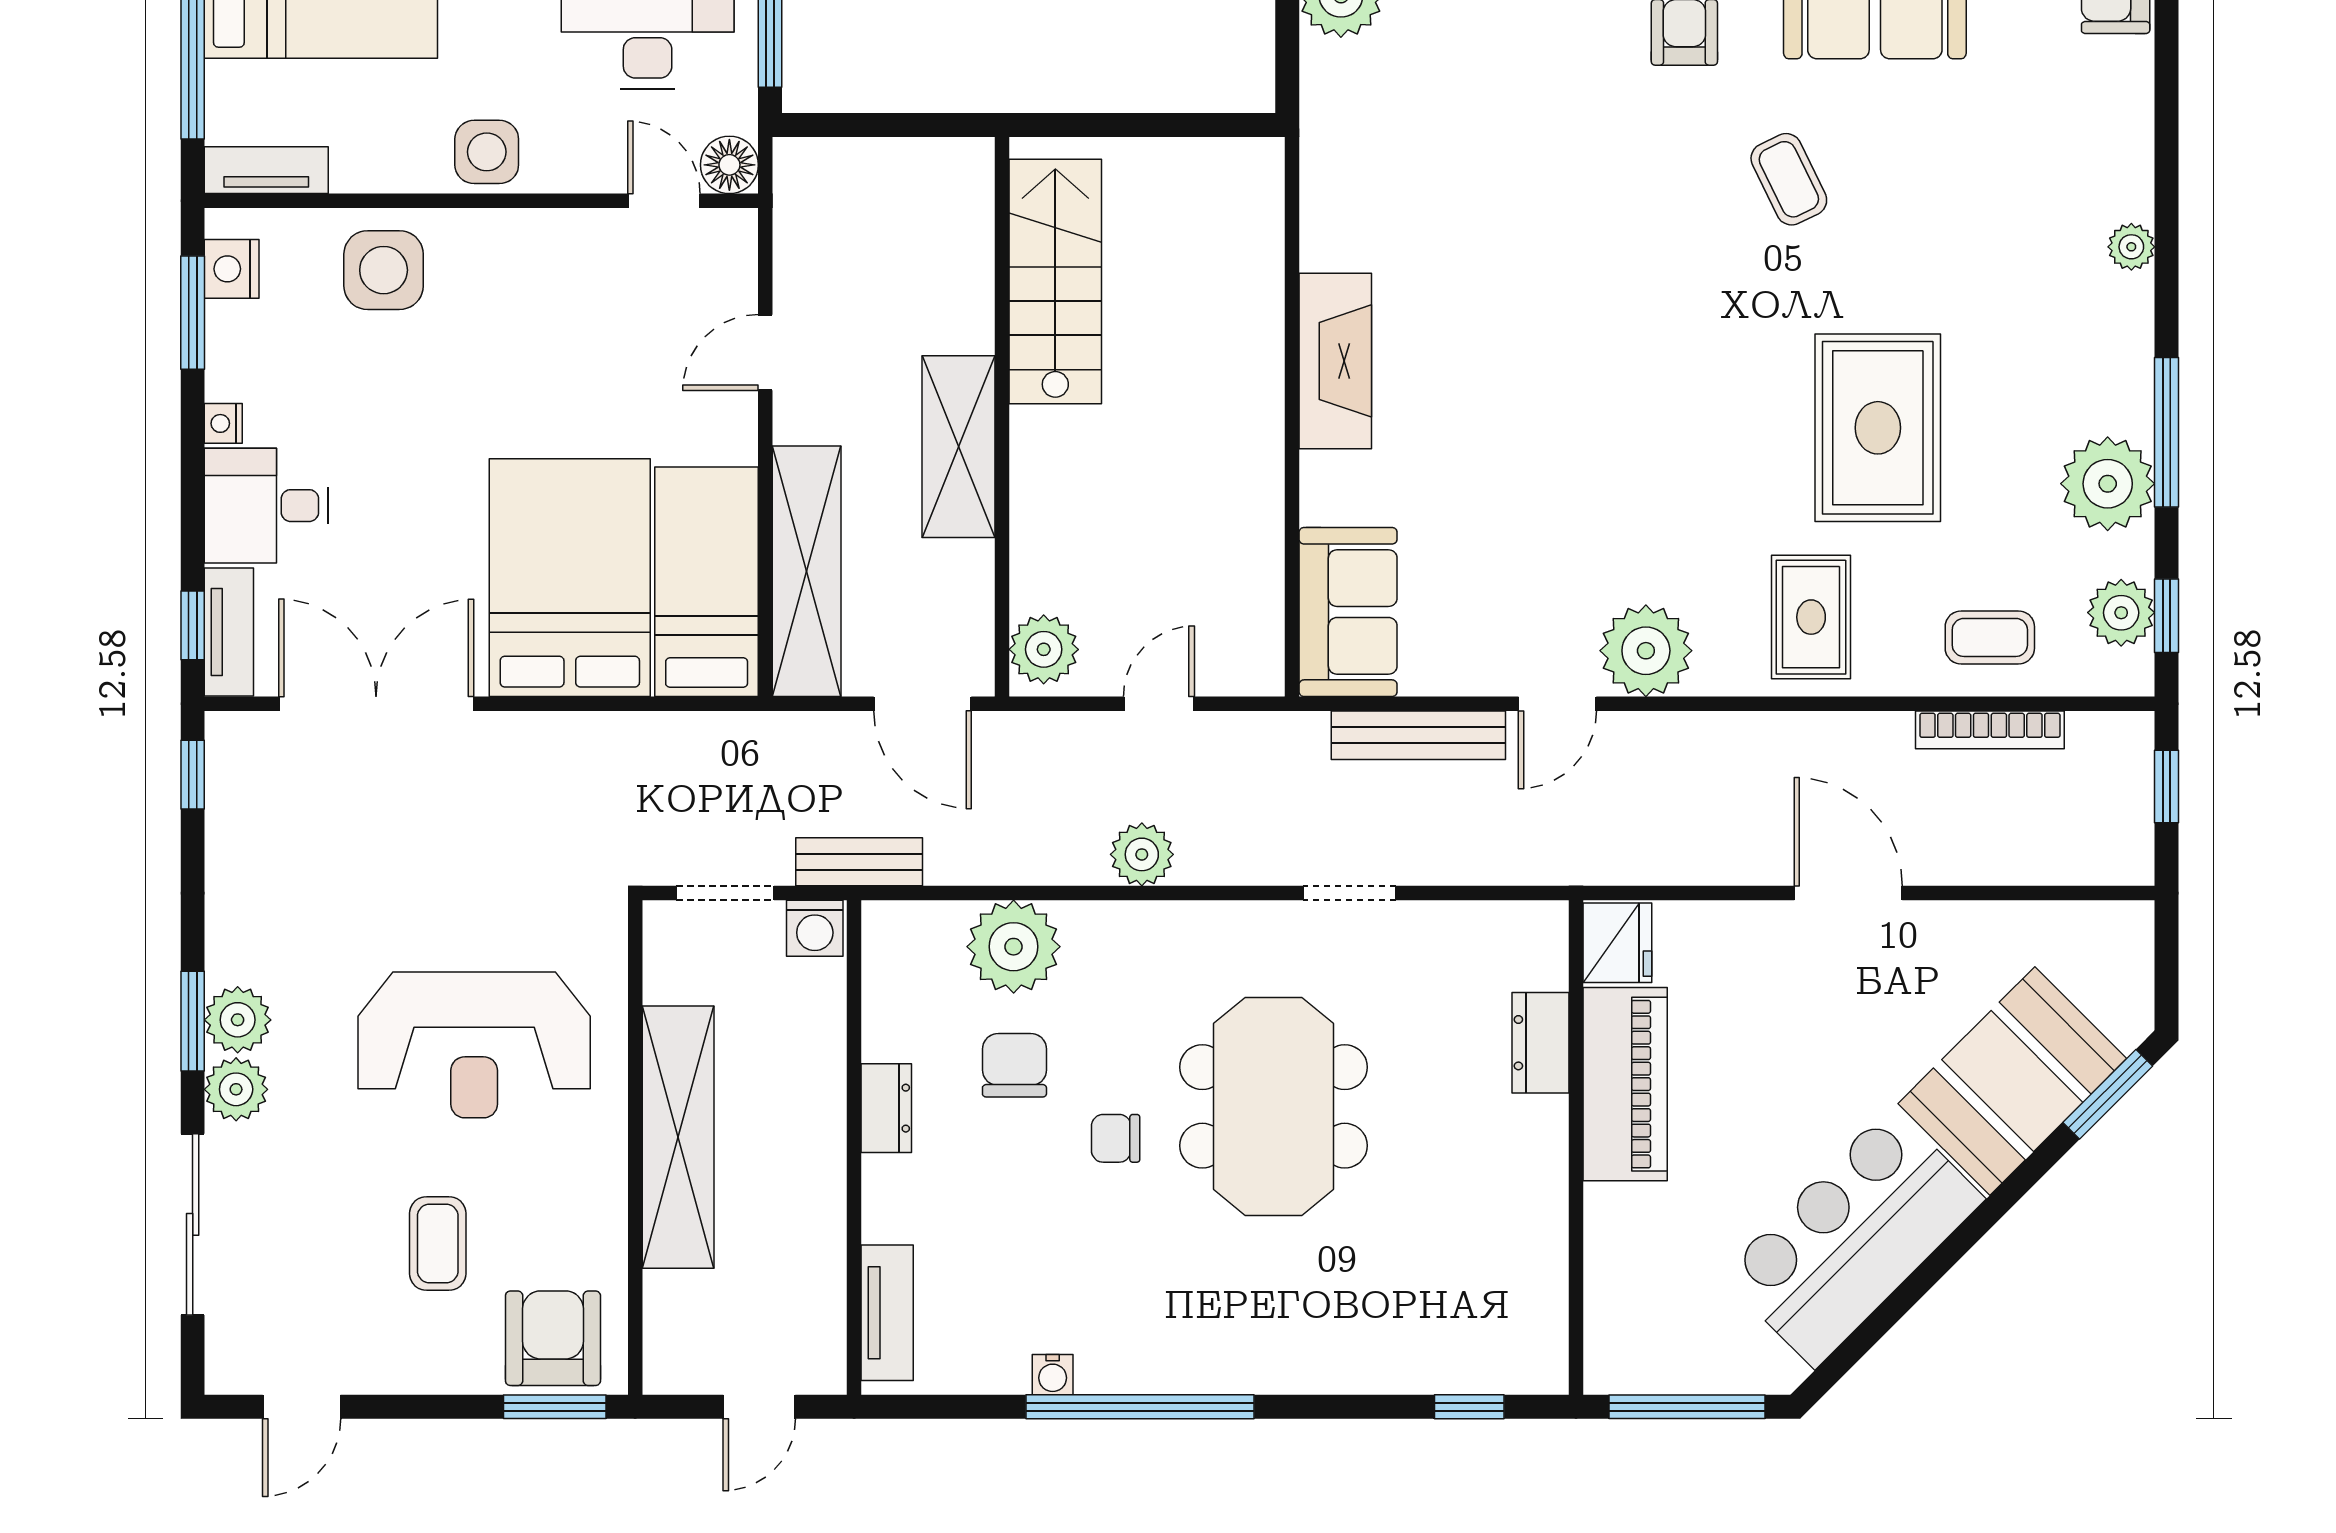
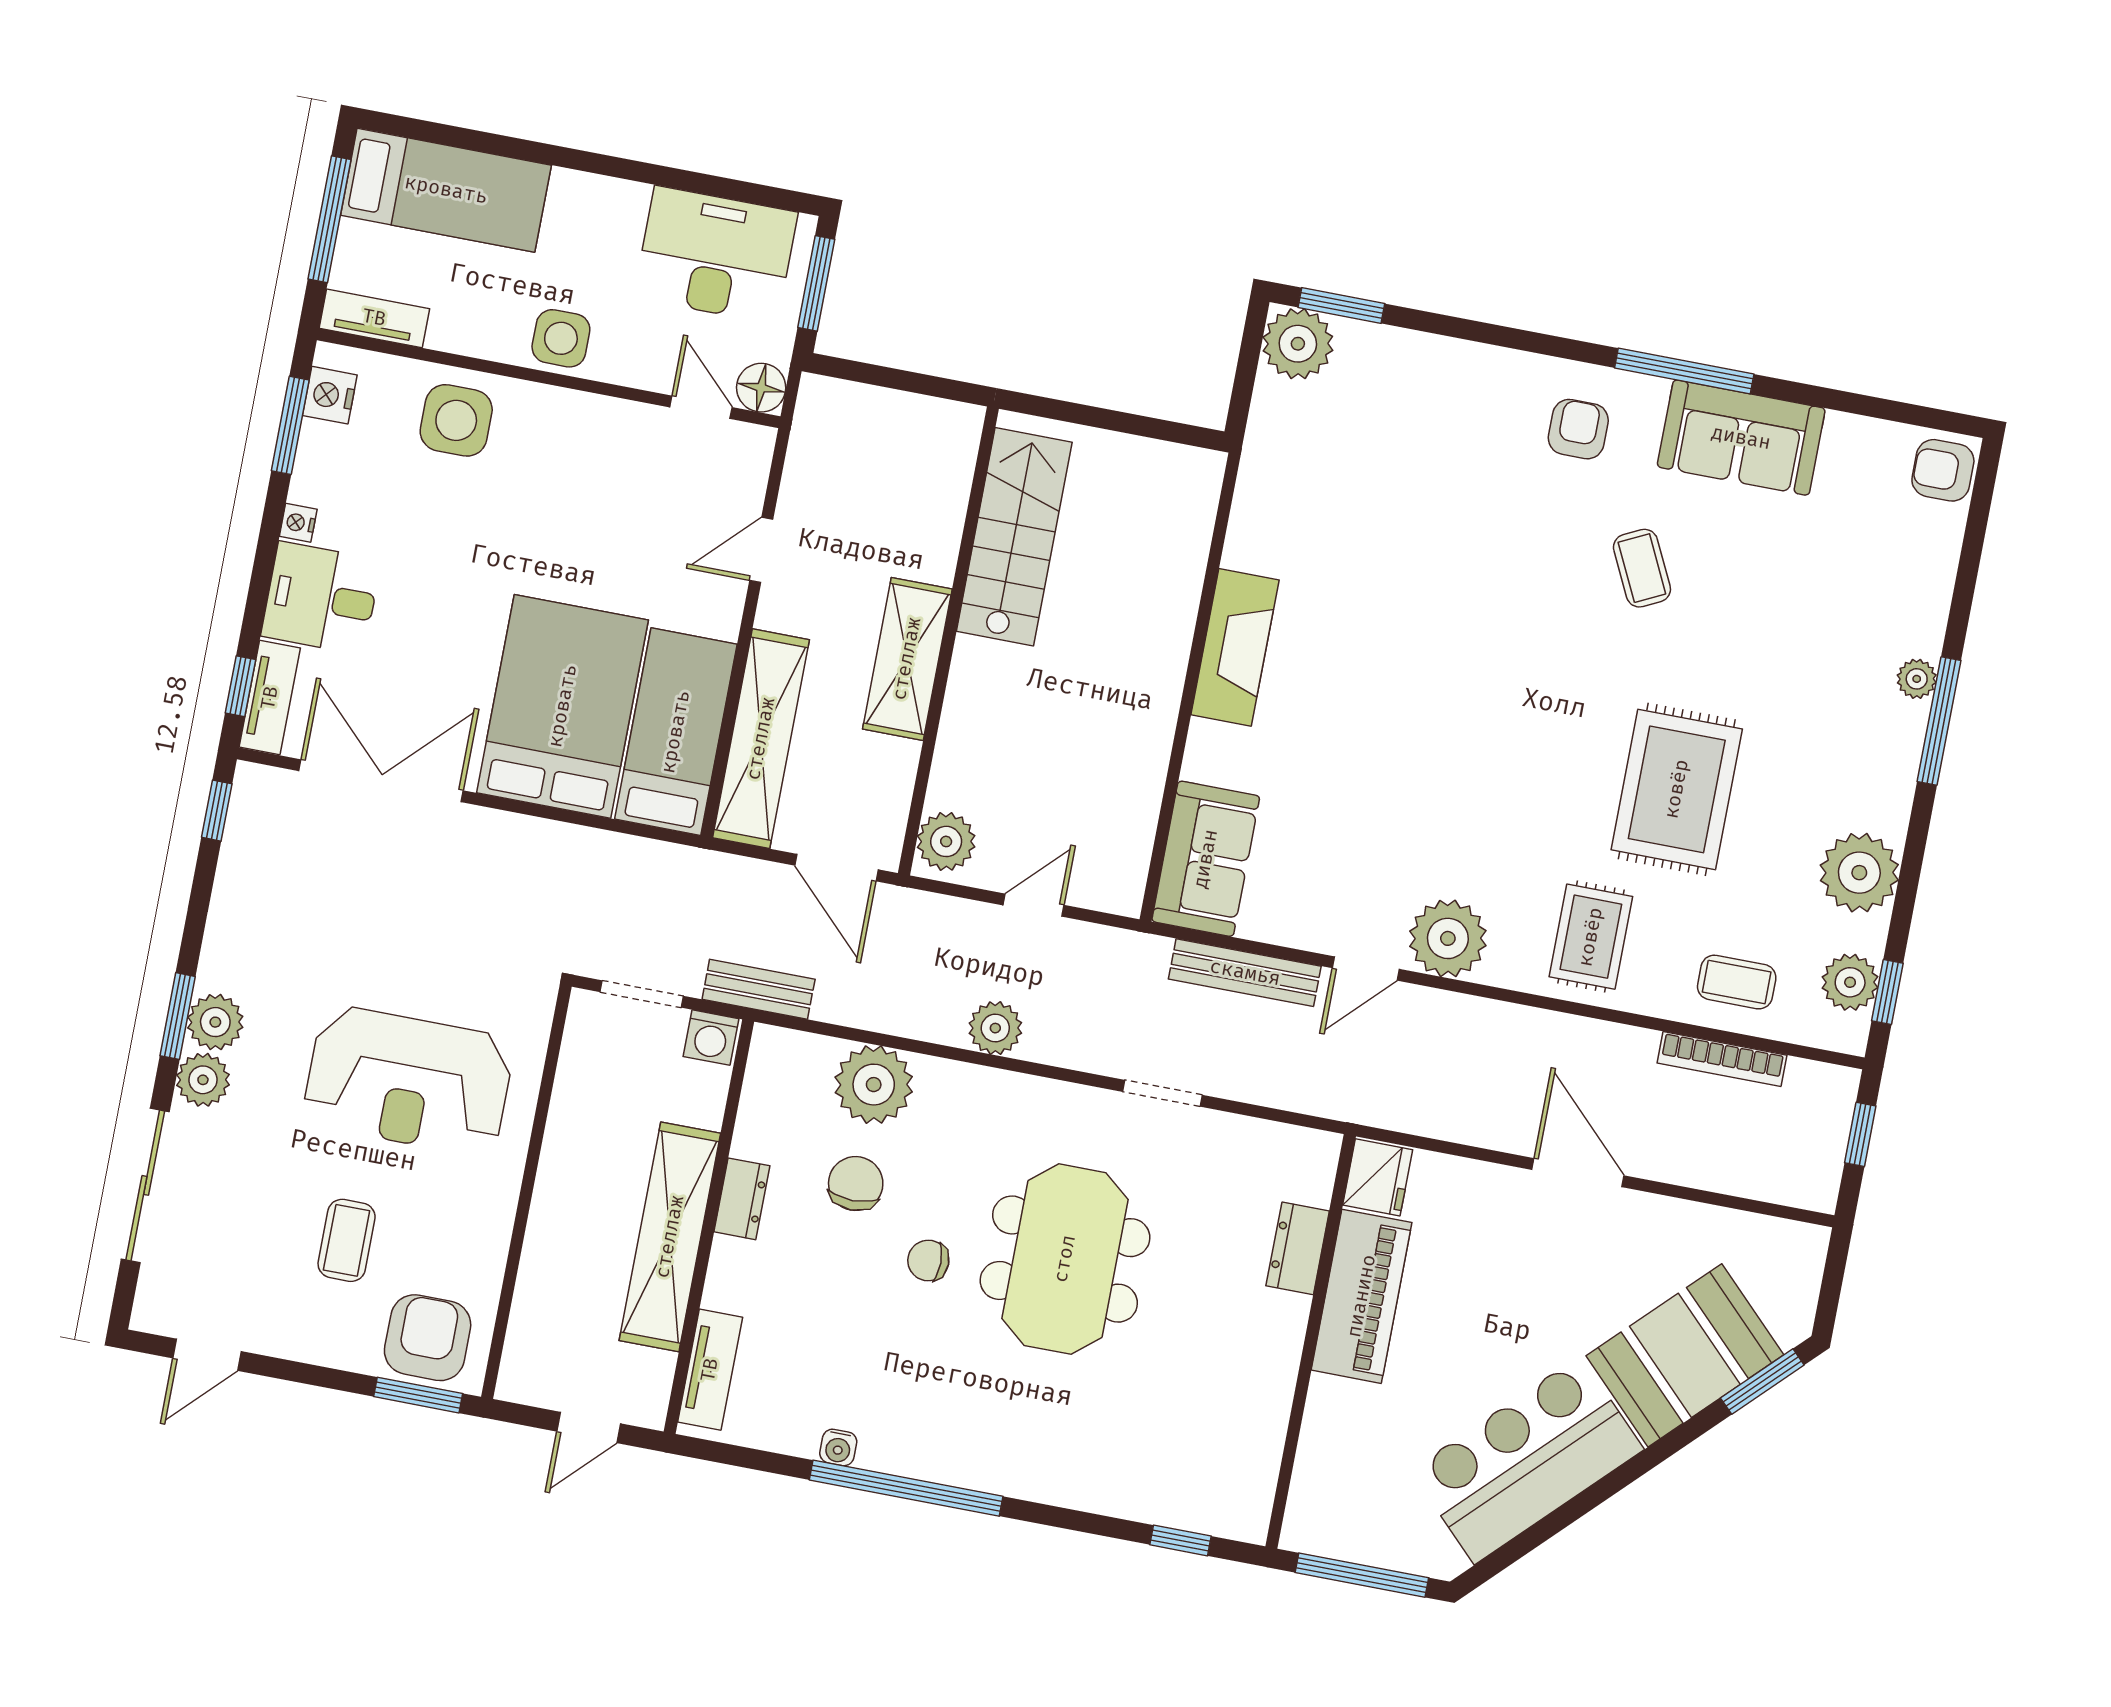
window: (2166, 432) -> (1939, 721), moved
shelving: (678, 1137) -> (670, 1237), moved

